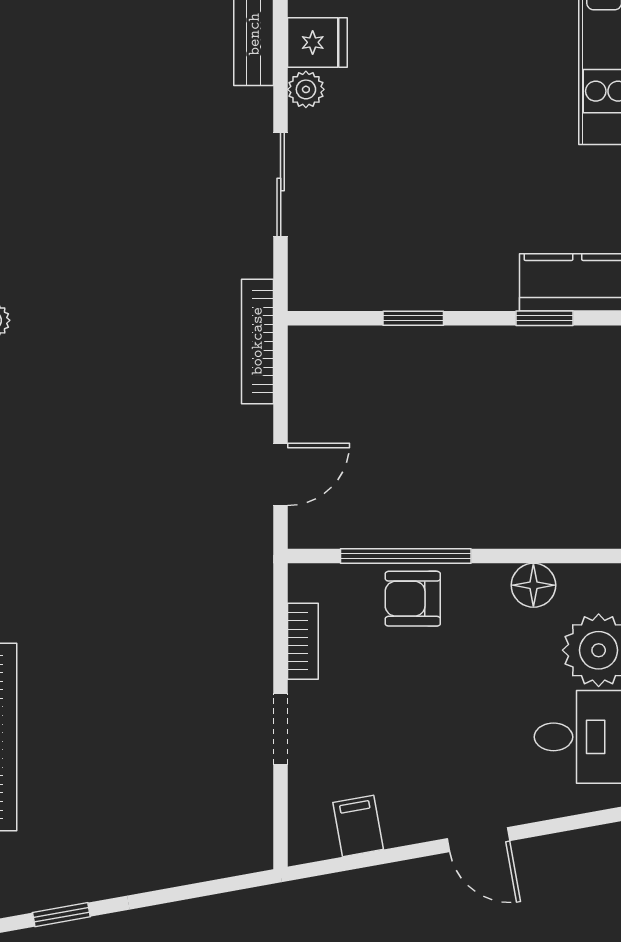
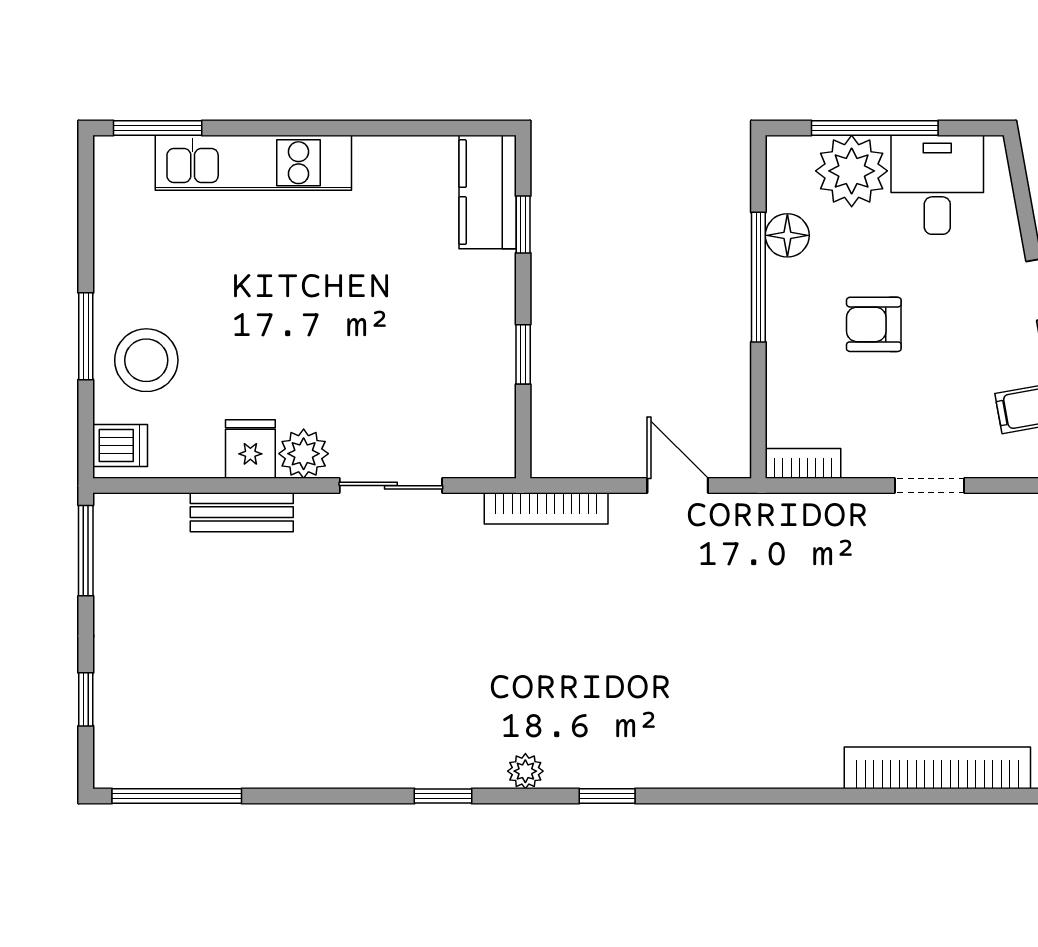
plant: (306, 89) -> (304, 454), width x1.38, depth x1.38
window: (406, 556) -> (758, 277), moved
armchair: (413, 599) -> (874, 324), moved, turned 90
bookcase: (303, 641) -> (803, 463), moved

